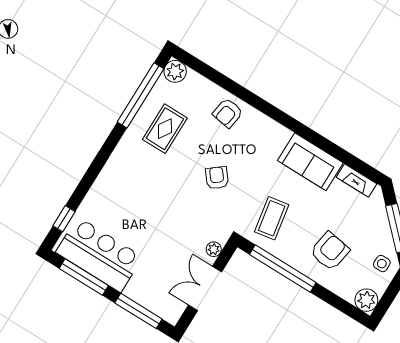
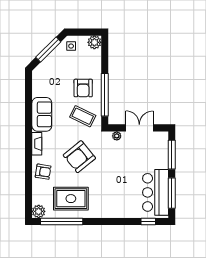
rug: (165, 129) -> (71, 199), width x1.36, depth x1.43
armchair: (217, 178) -> (79, 157), width x1.88, depth x1.88
fireplace: (357, 180) -> (37, 144), moved
coffee table: (272, 218) -> (83, 116), turned 36
armchair: (330, 251) -> (83, 88), moved, turned -99
double door: (205, 289) -> (139, 128), swing flipped

